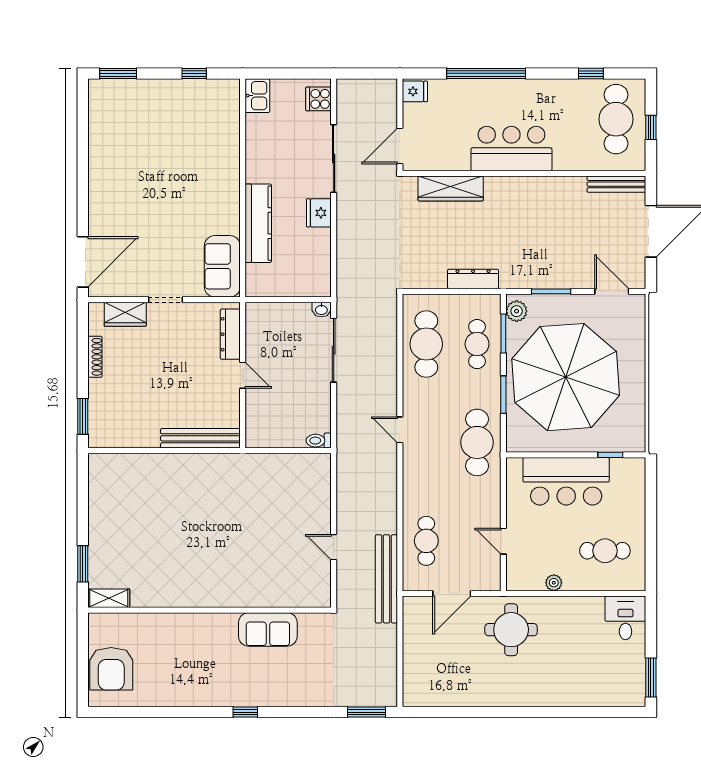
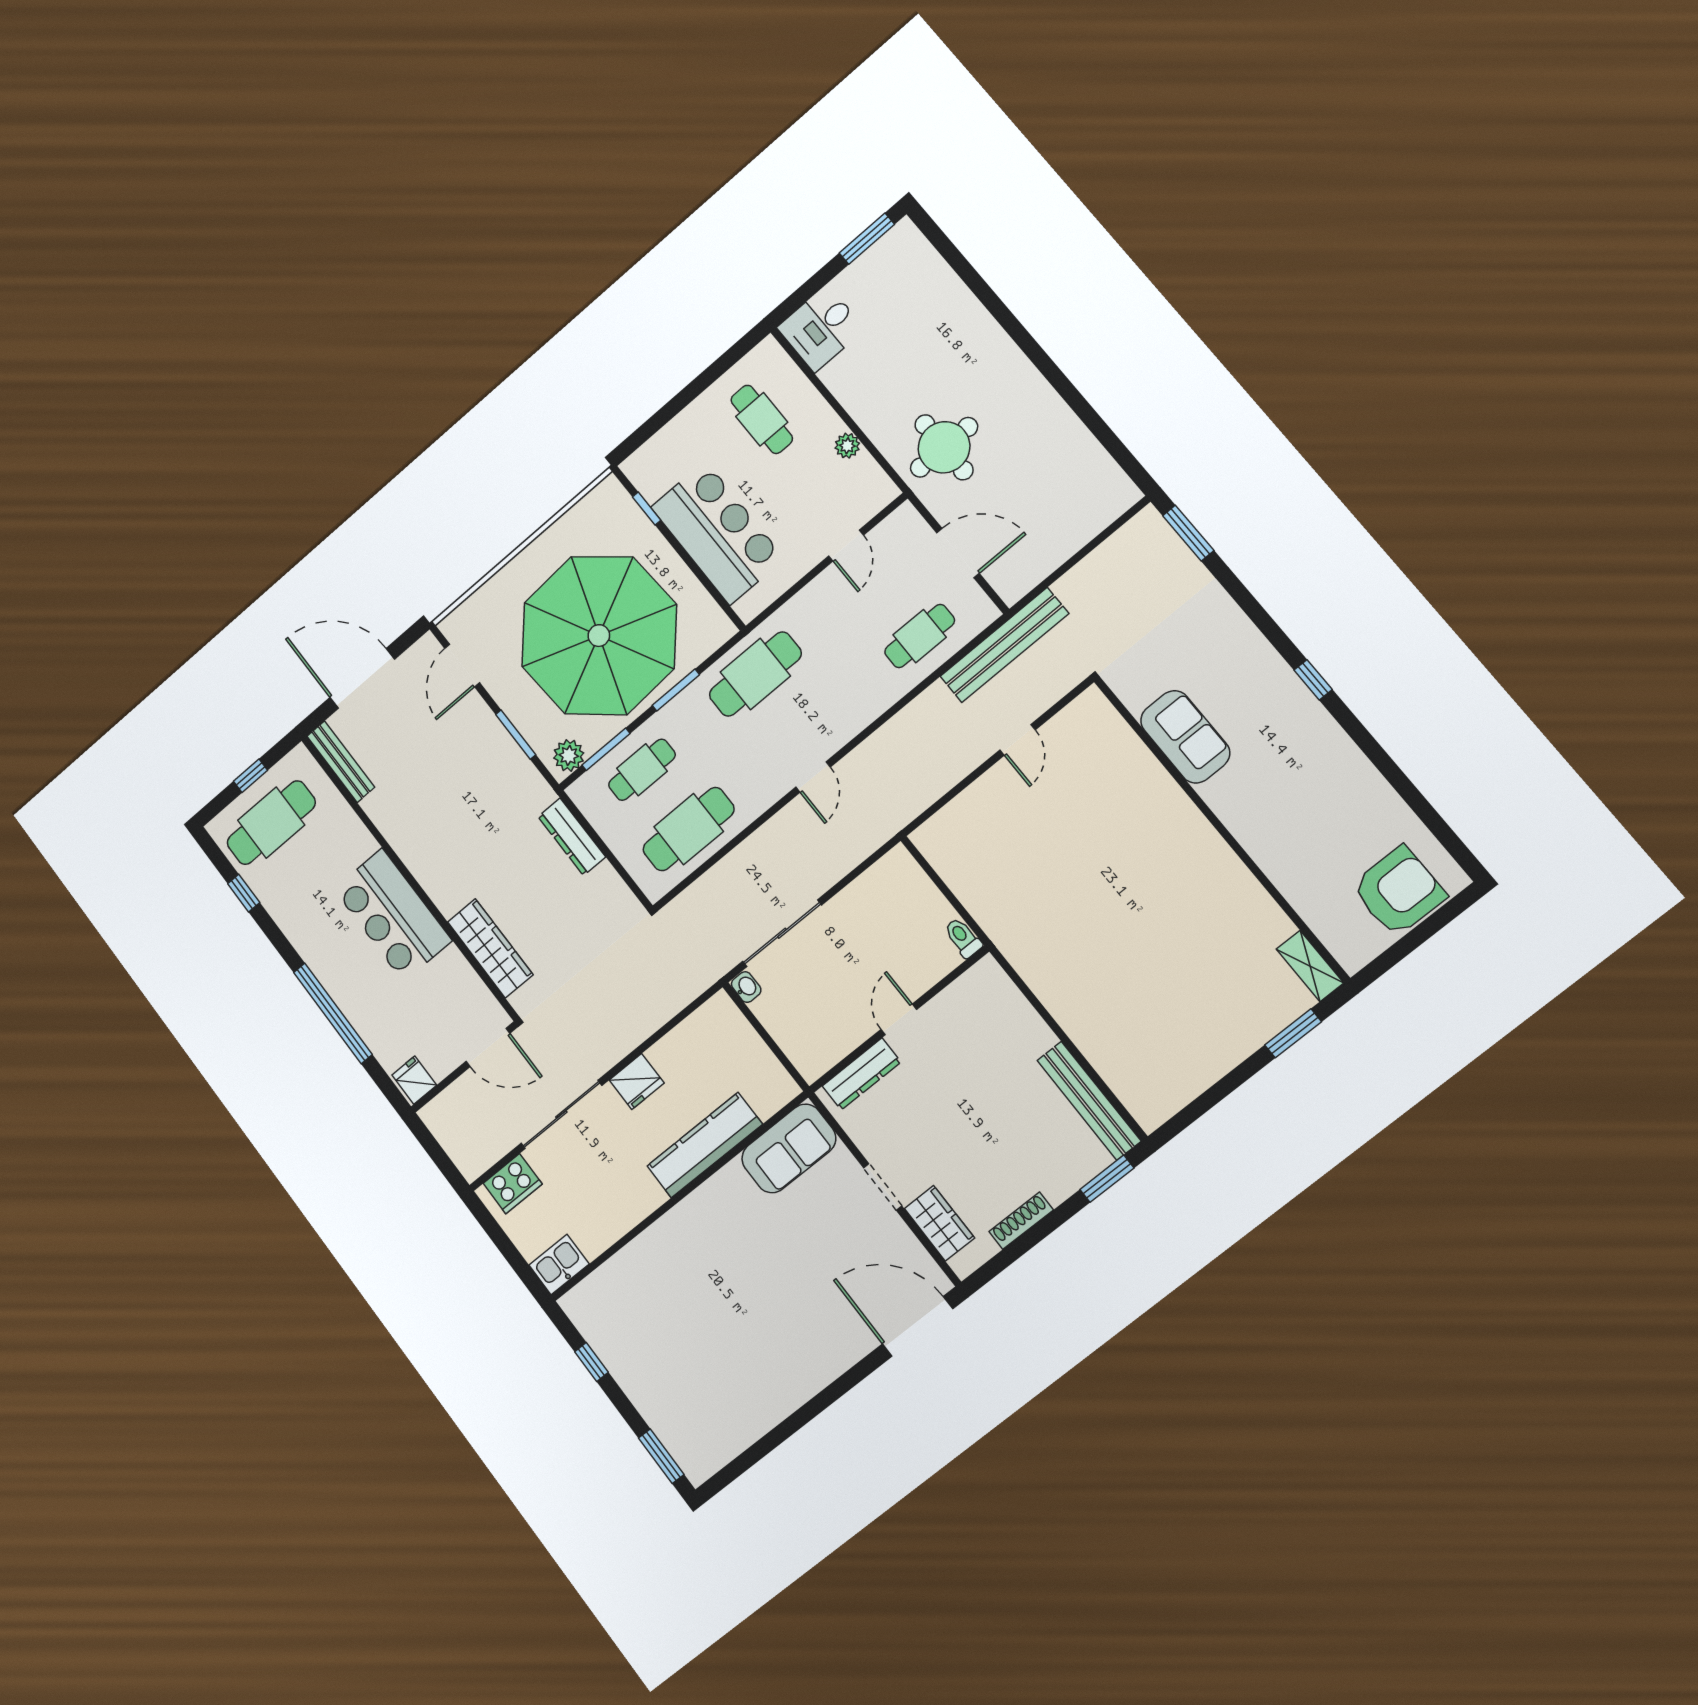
cooker: (319, 99) -> (513, 1184), width x1.36
bench: (200, 438) -> (1089, 1101), moved
toilet: (319, 441) -> (963, 938), moved, turned 180

